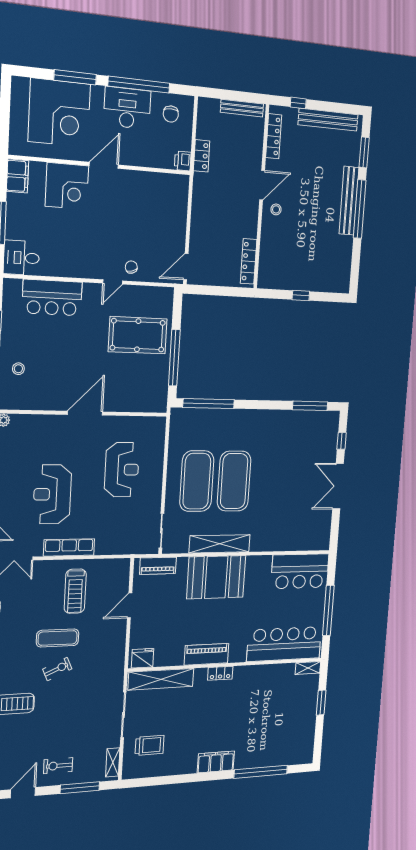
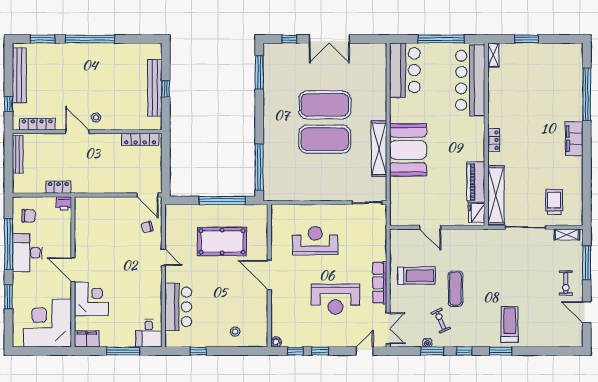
window: (75, 77) -> (9, 297), width x0.69
corner desk: (59, 113) -> (47, 323), moved, turned -90
bench: (349, 201) -> (155, 88), moved, turned 90
chair: (131, 267) -> (147, 227), moved
pool table: (138, 335) -> (222, 241), moved, turned 90
exercise mat: (197, 481) -> (325, 105), moved
piano: (158, 566) -> (397, 204), removed
piano: (207, 654) -> (476, 182), moved
exercise bike: (57, 669) -> (441, 321), moved

